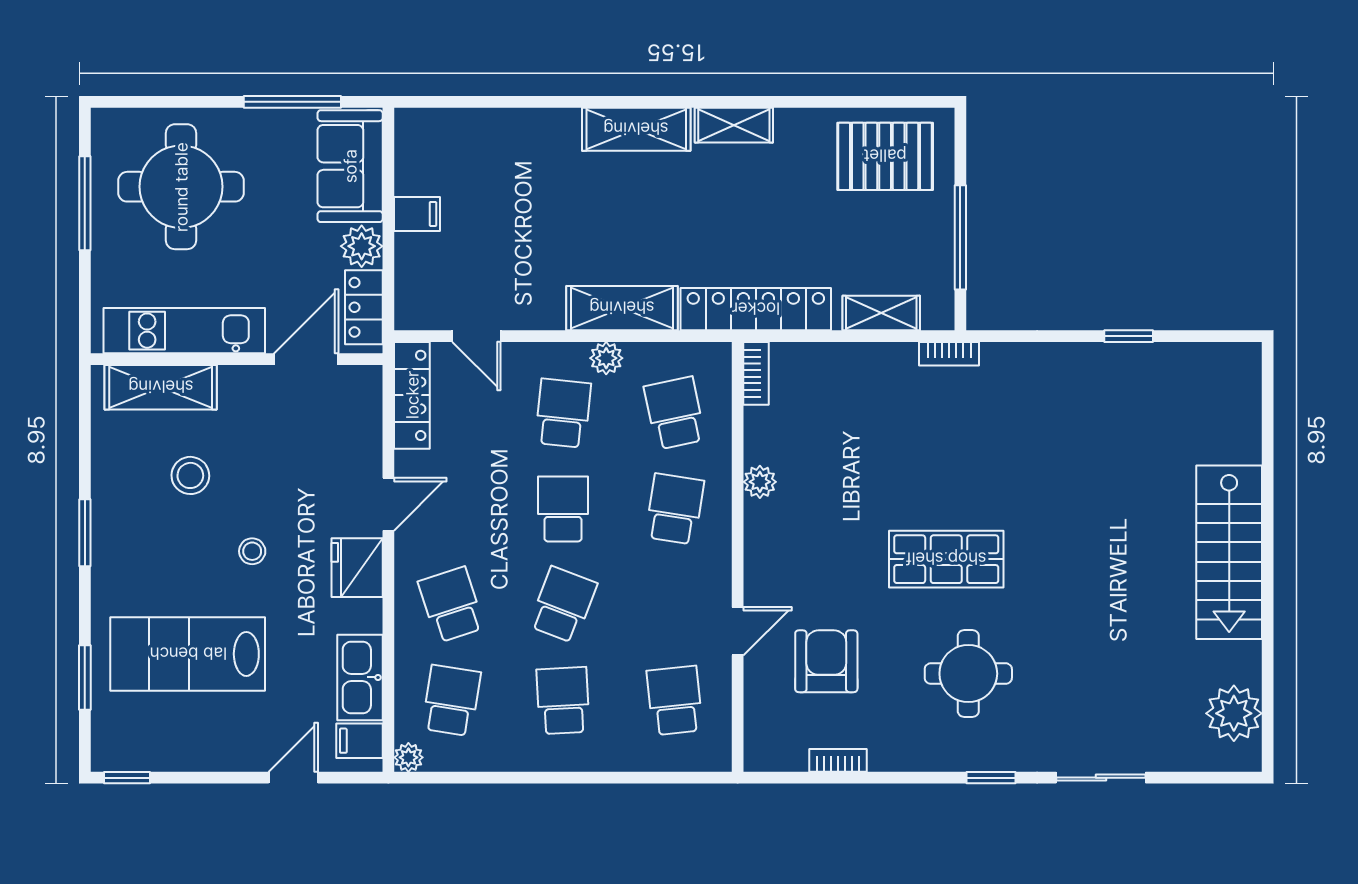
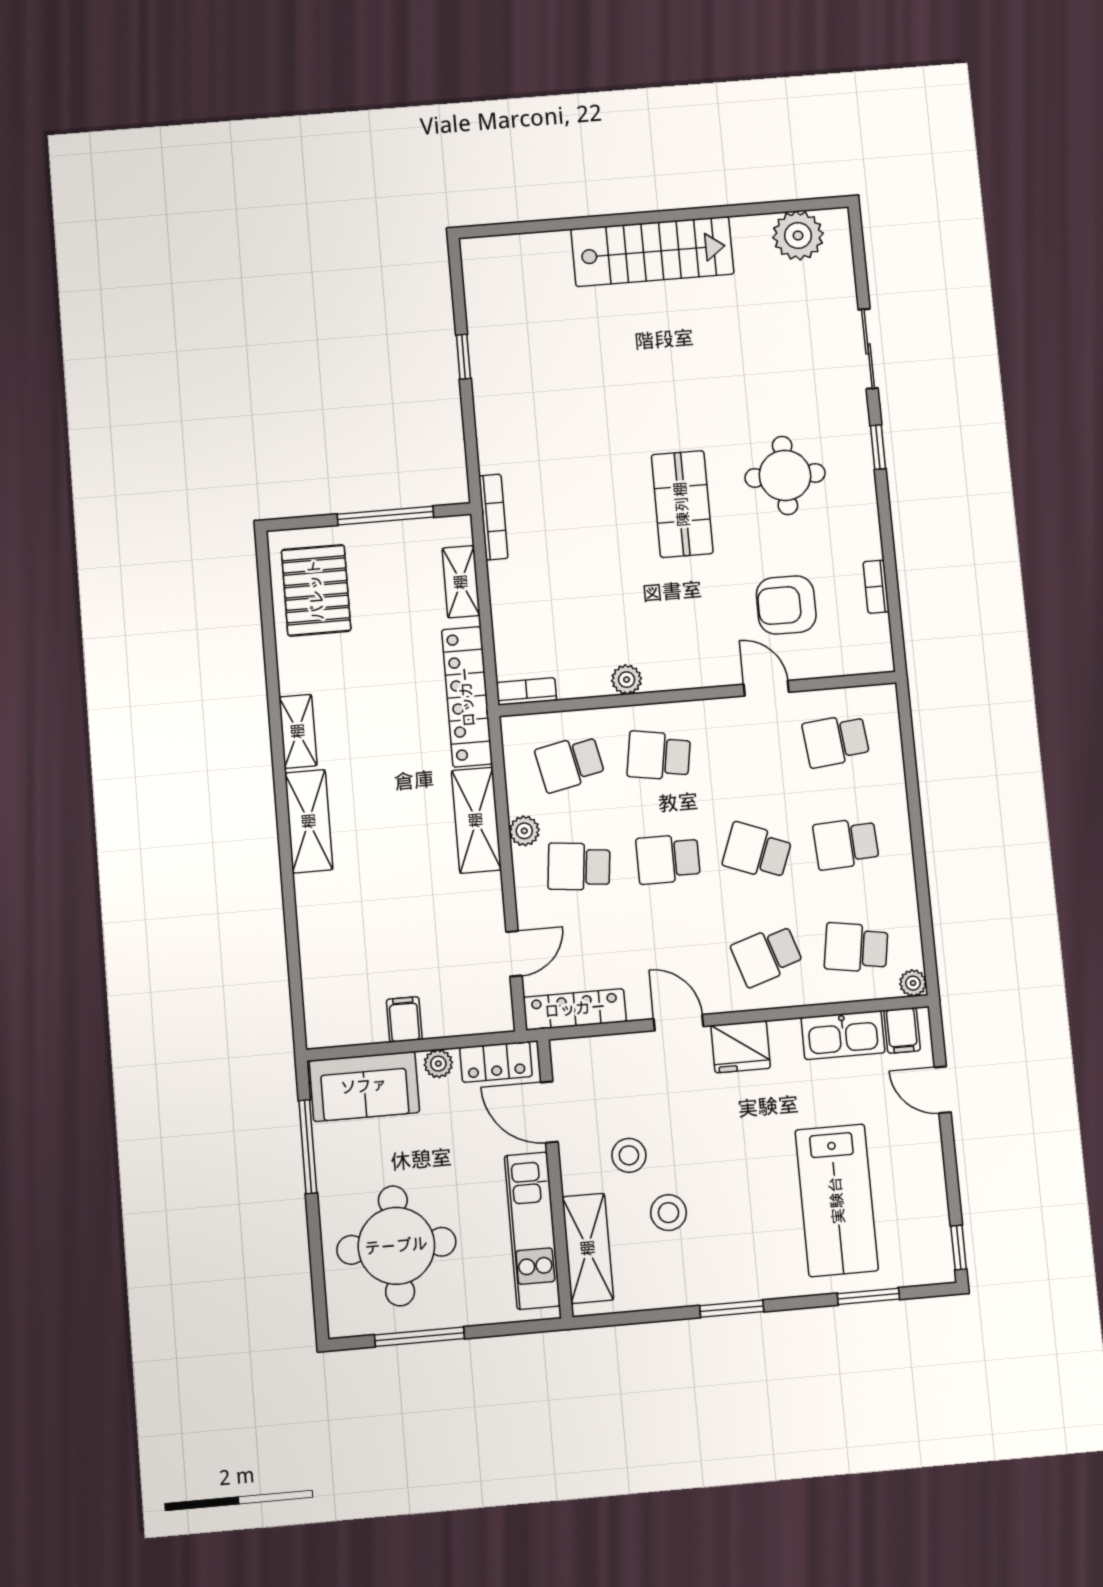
plant: (362, 246) -> (438, 1064), width x0.73, depth x0.73
bookcase: (949, 354) -> (493, 517), width x1.56
stool: (252, 551) -> (629, 1155), moved, width x1.37, depth x1.37

